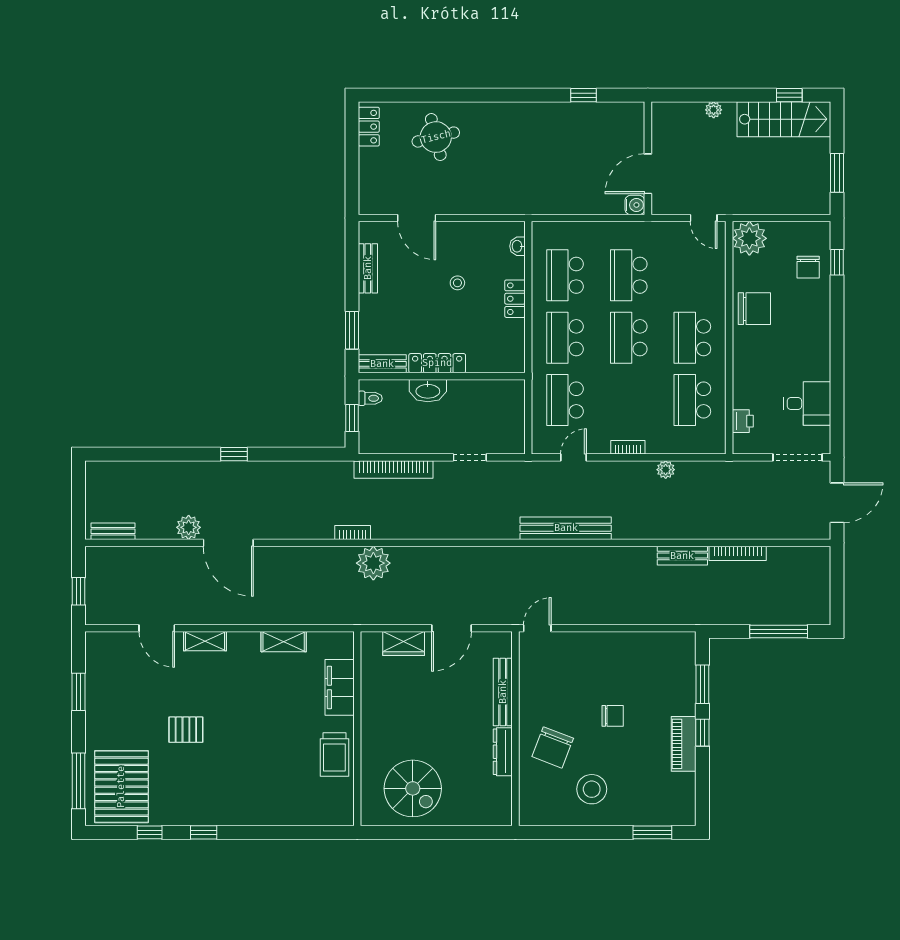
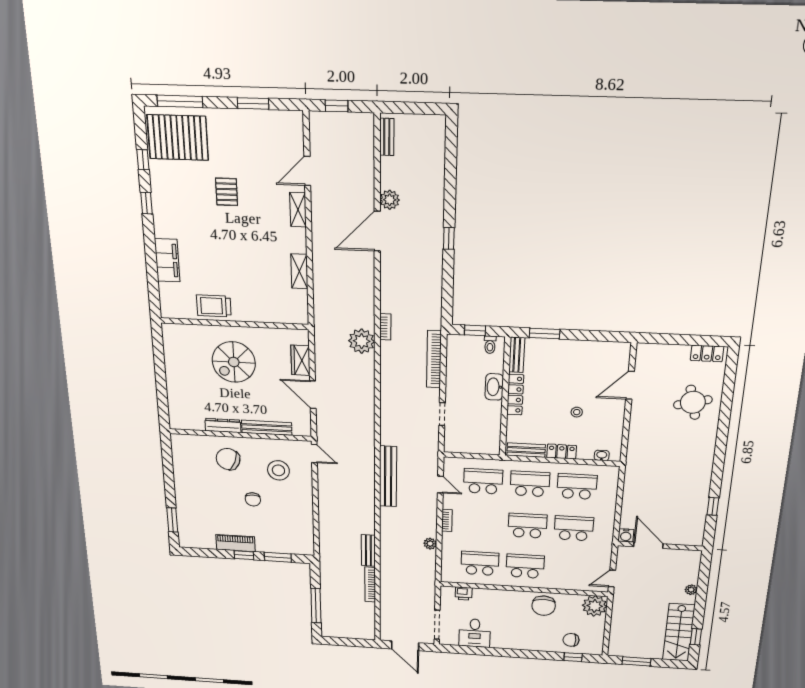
bench: (368, 268) -> (526, 450), moved
filing cabinet: (340, 687) -> (167, 260), moved, turned 90
spiral stairs: (413, 788) -> (234, 362), moved
stool: (592, 789) -> (278, 470), moved

